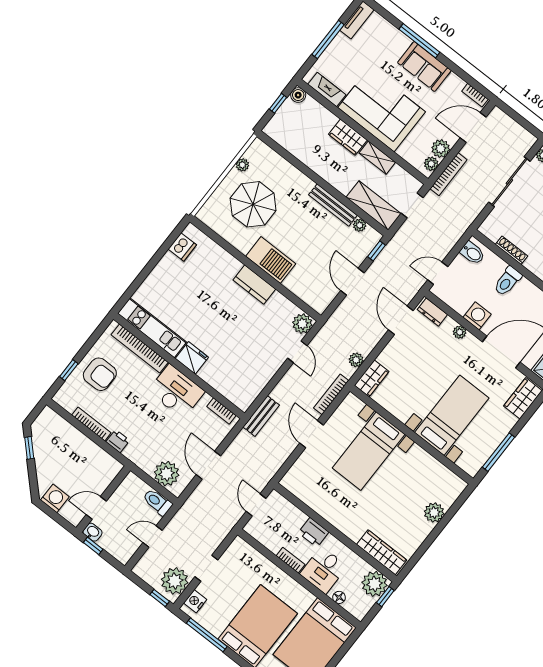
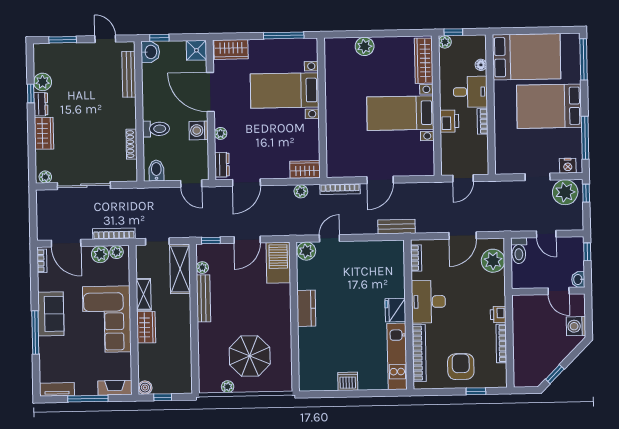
fireplace: (327, 89) -> (115, 388), moved, turned 90
dishwasher: (182, 247) -> (348, 381), moved
barbecue: (271, 260) -> (278, 263), moved
bed with nightstands: (369, 451) -> (400, 113), moved, turned 180
window: (93, 546) -> (587, 252), moved
plant: (375, 584) -> (445, 42), width x0.53, depth x0.53

